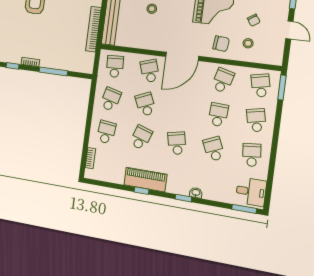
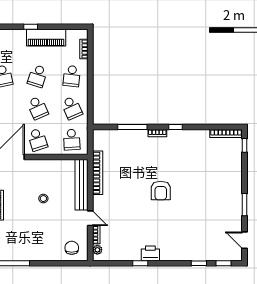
school desk: (111, 99) -> (72, 108), turned -39
piano: (145, 180) -> (46, 38), moved

